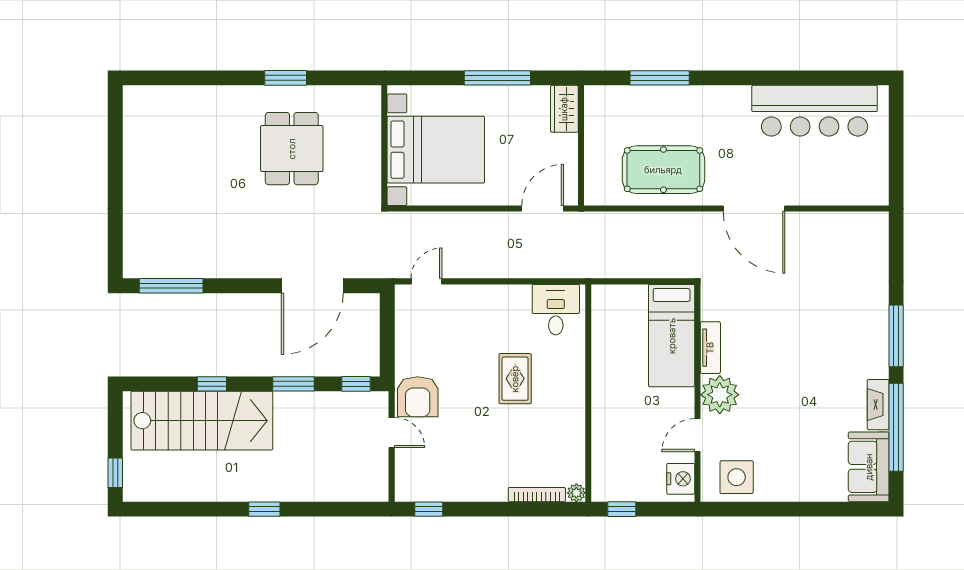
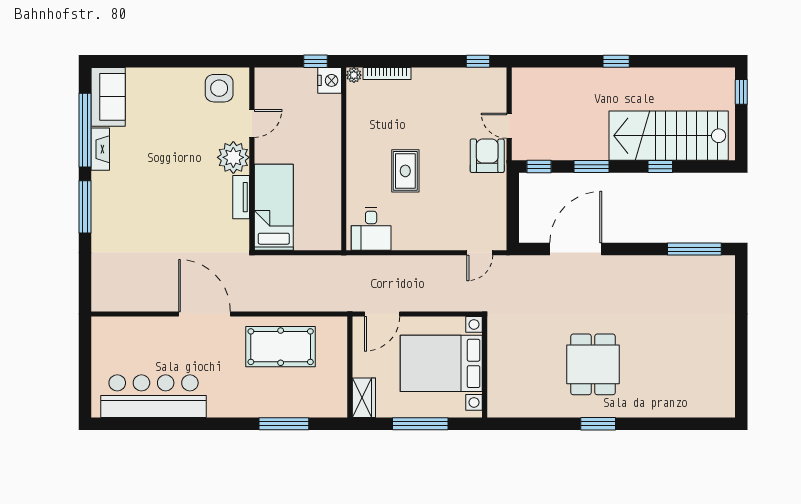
wall: (384, 145) -> (485, 367), moved
bed with nightstands: (436, 150) -> (441, 363), moved
nightstand: (681, 479) -> (330, 80), moved, turned 180

